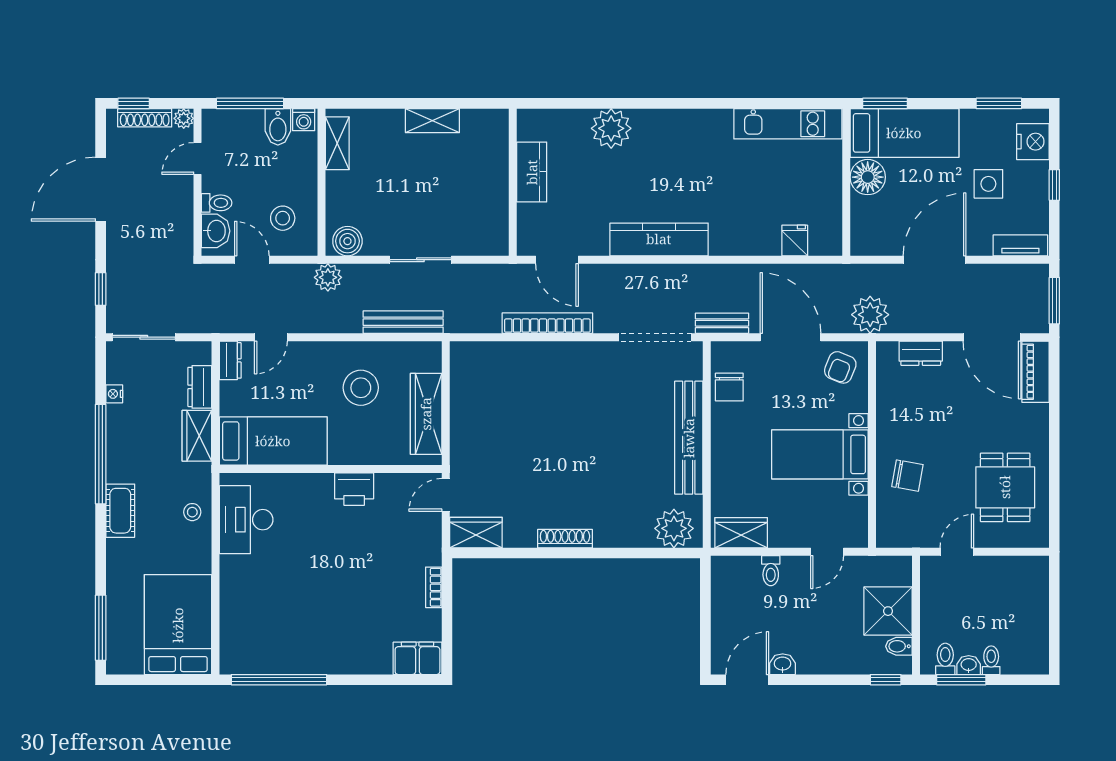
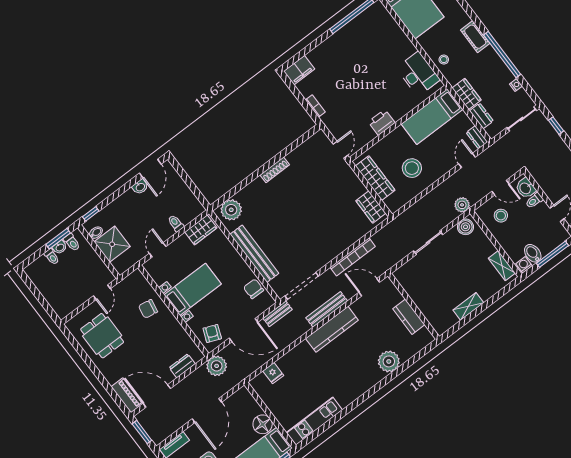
bench: (403, 322) -> (327, 309), moved
wardrobe: (476, 533) -> (371, 207), moved, turned 90

